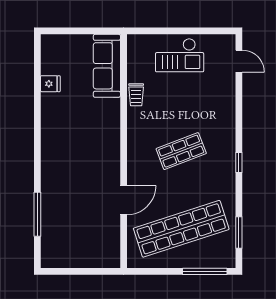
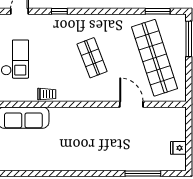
fridge: (50, 84) -> (178, 148), moved, turned -90
window: (239, 162) -> (59, 11), moved

